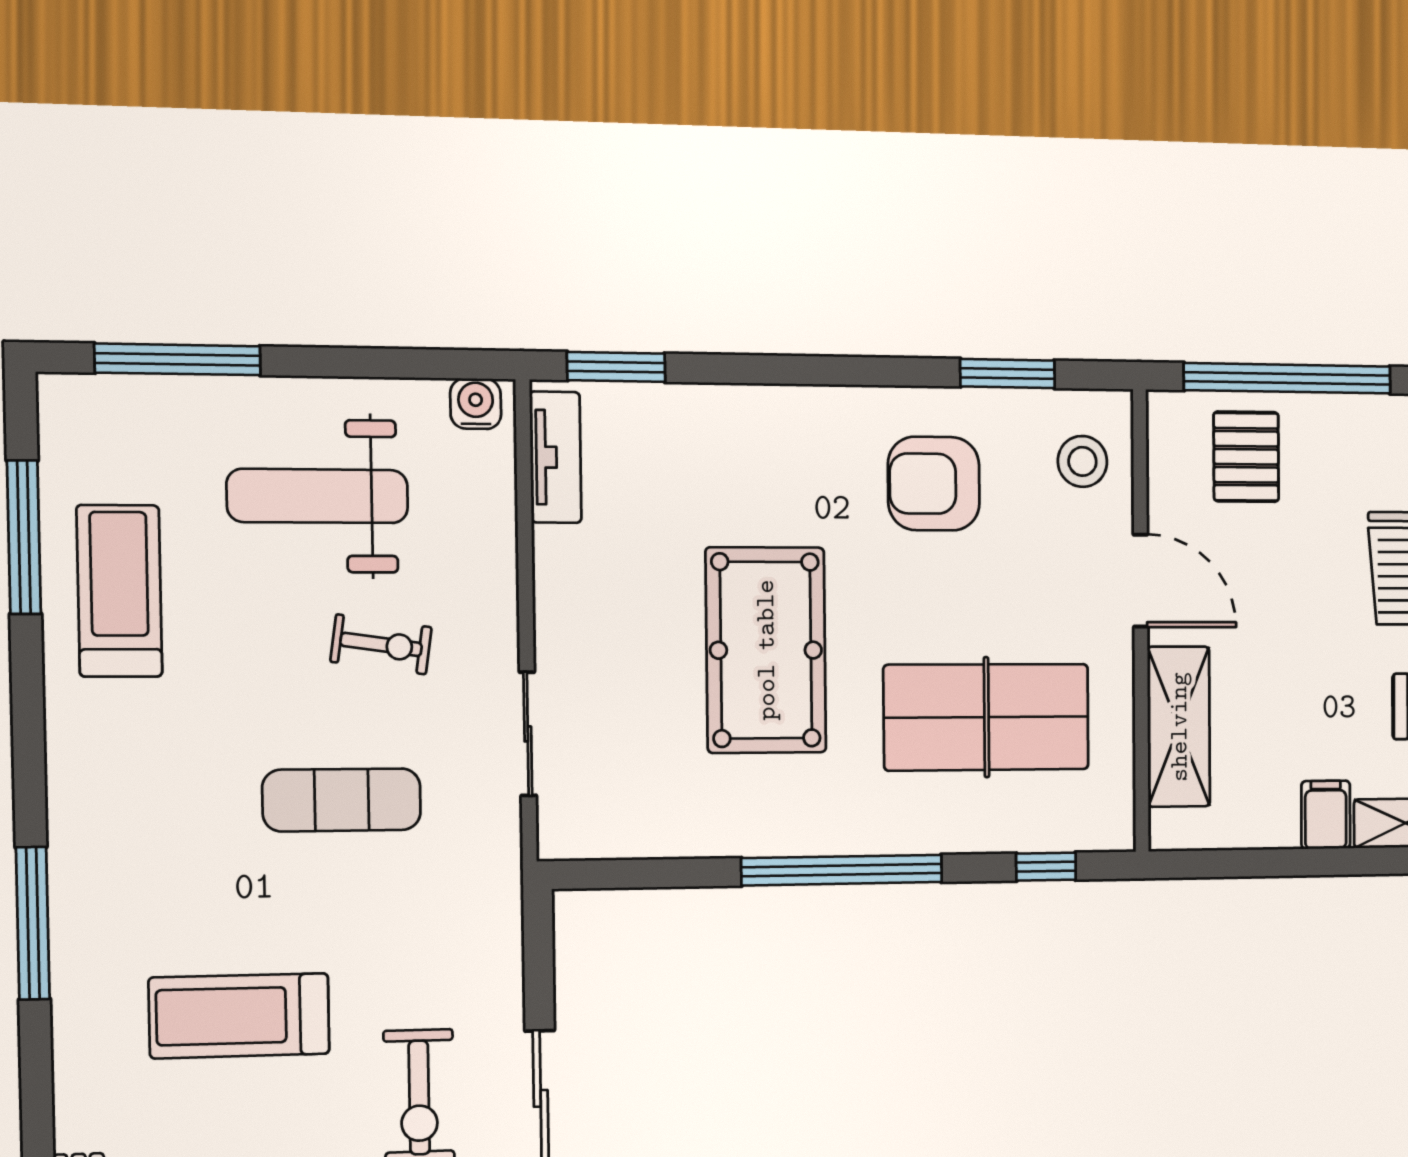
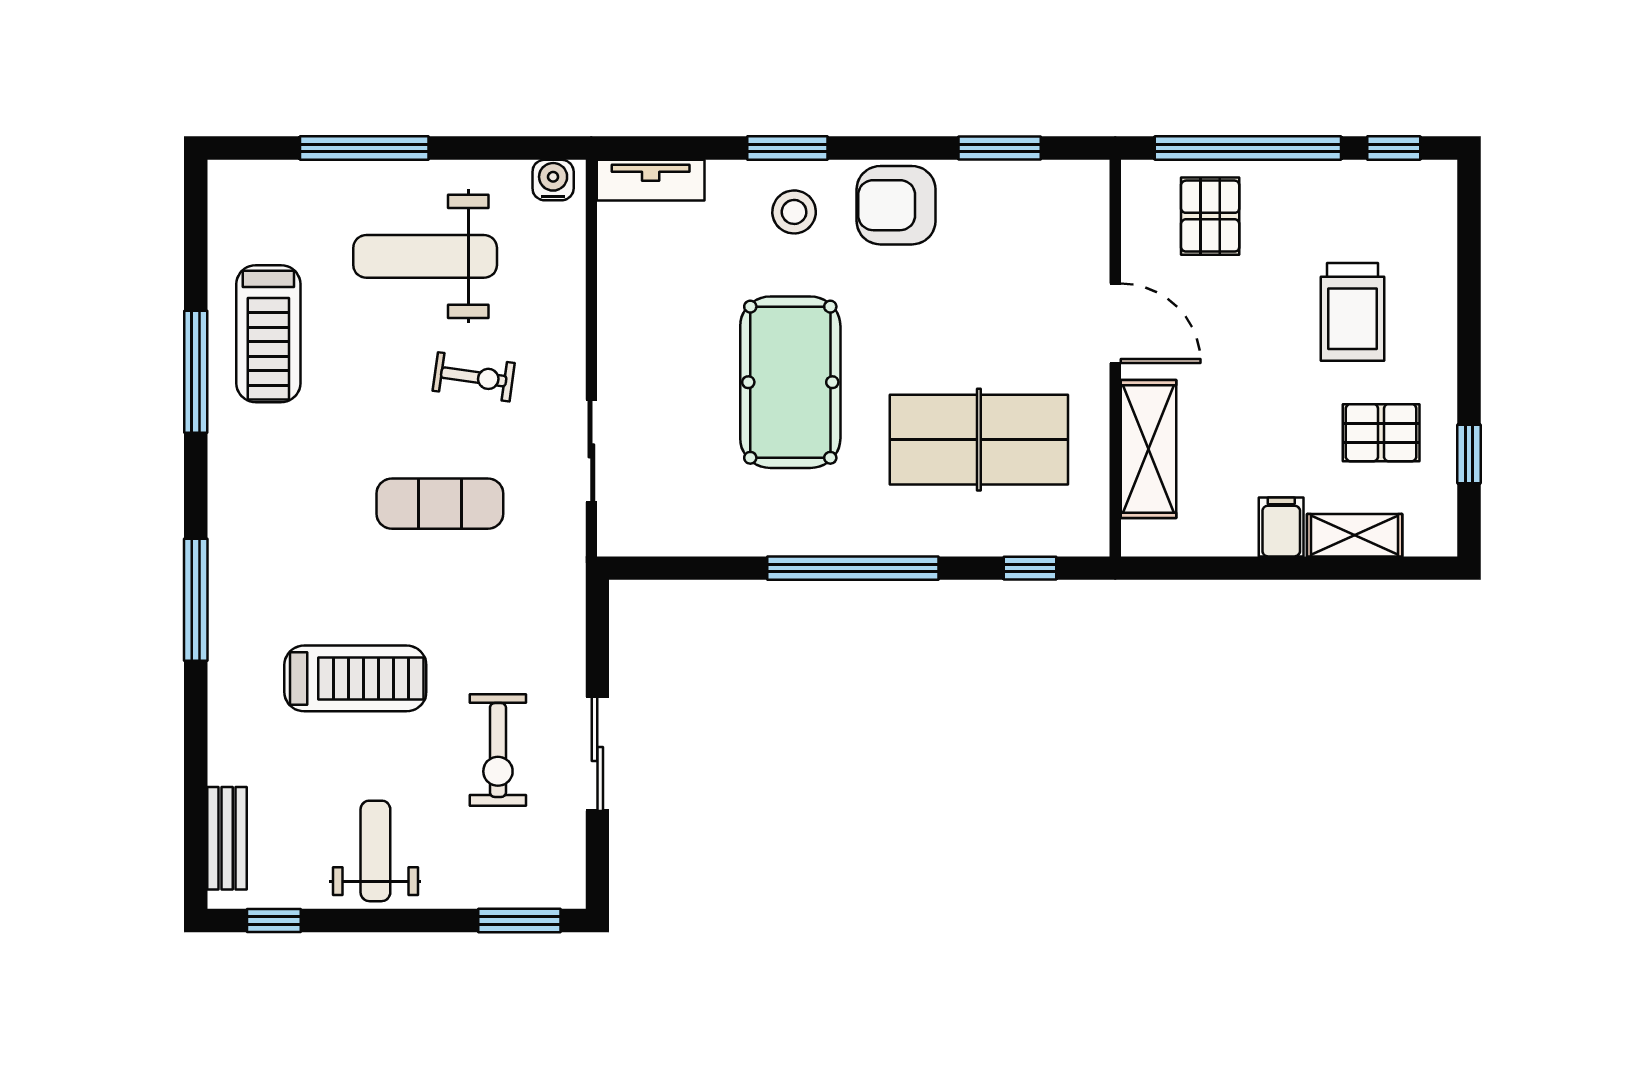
window: (178, 359) -> (364, 148), moved
window: (616, 367) -> (787, 148), moved
tv unit: (555, 457) -> (651, 180), moved, turned 90
stool: (1082, 461) -> (794, 212), moved
armchair: (934, 484) -> (896, 205), moved
window: (24, 537) -> (196, 372), moved
treadmill: (119, 591) -> (268, 334), turned 180
treadmill: (239, 1016) -> (355, 678), turned 180

